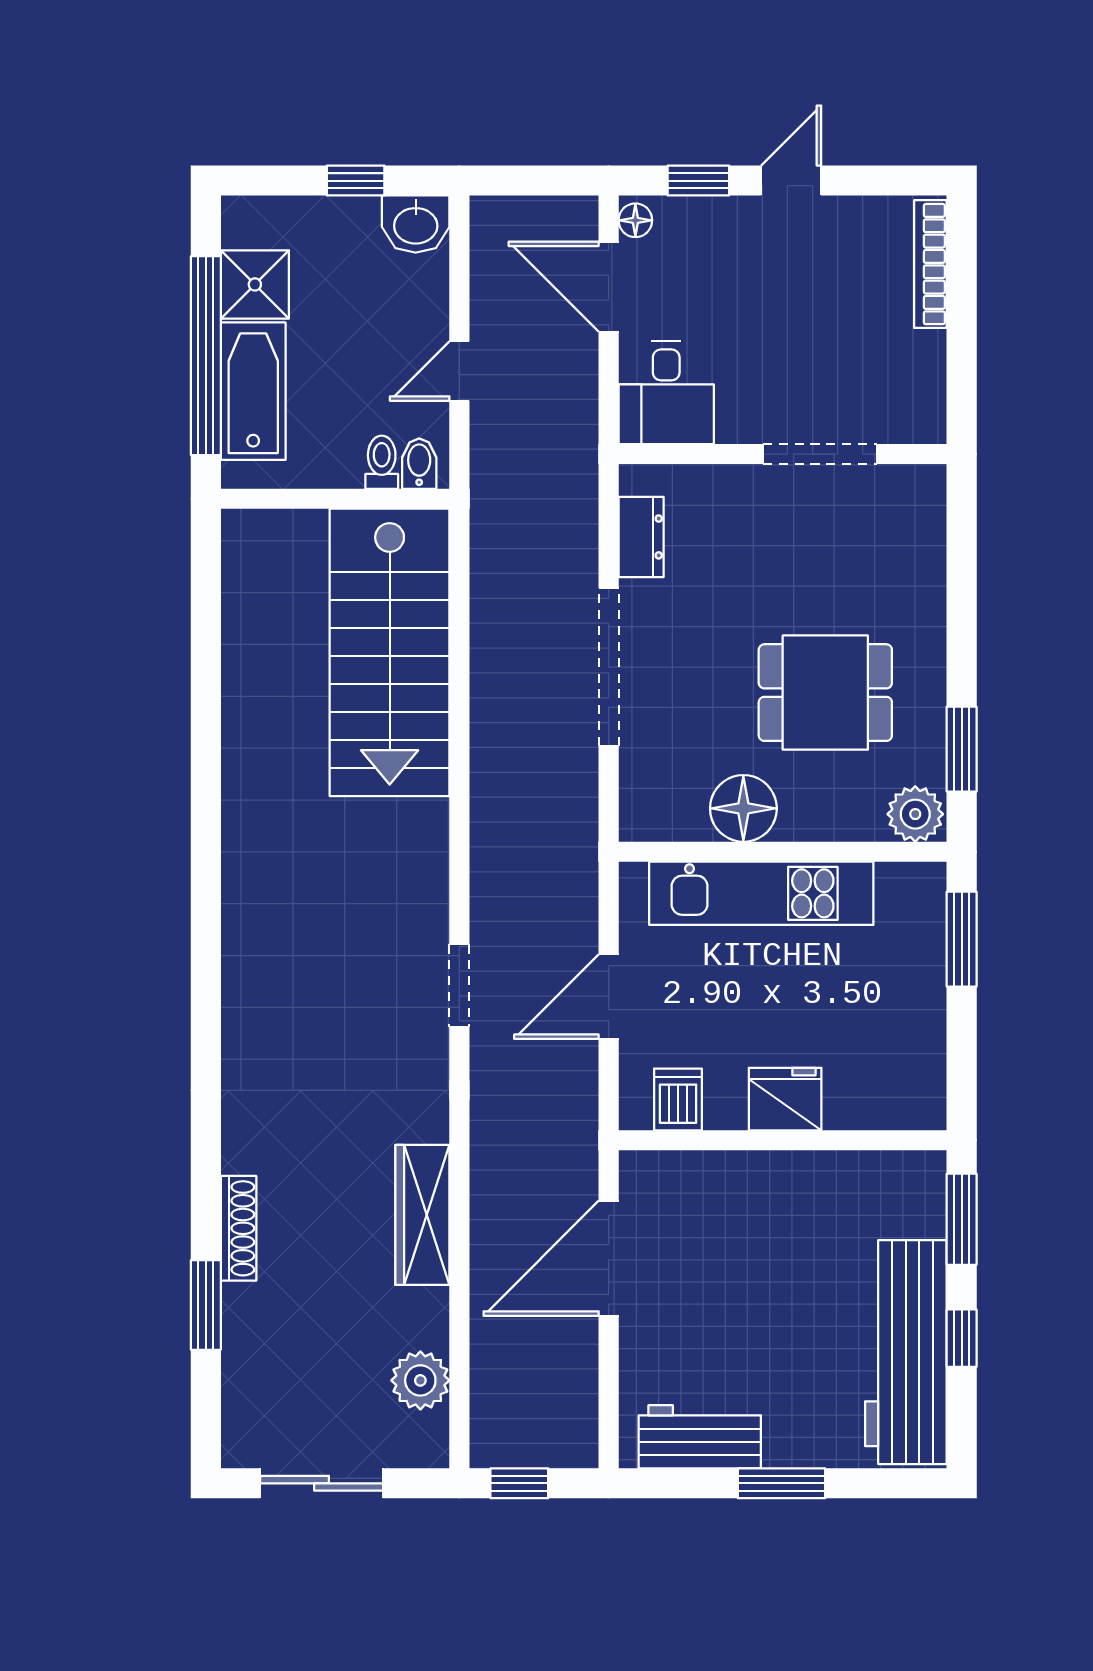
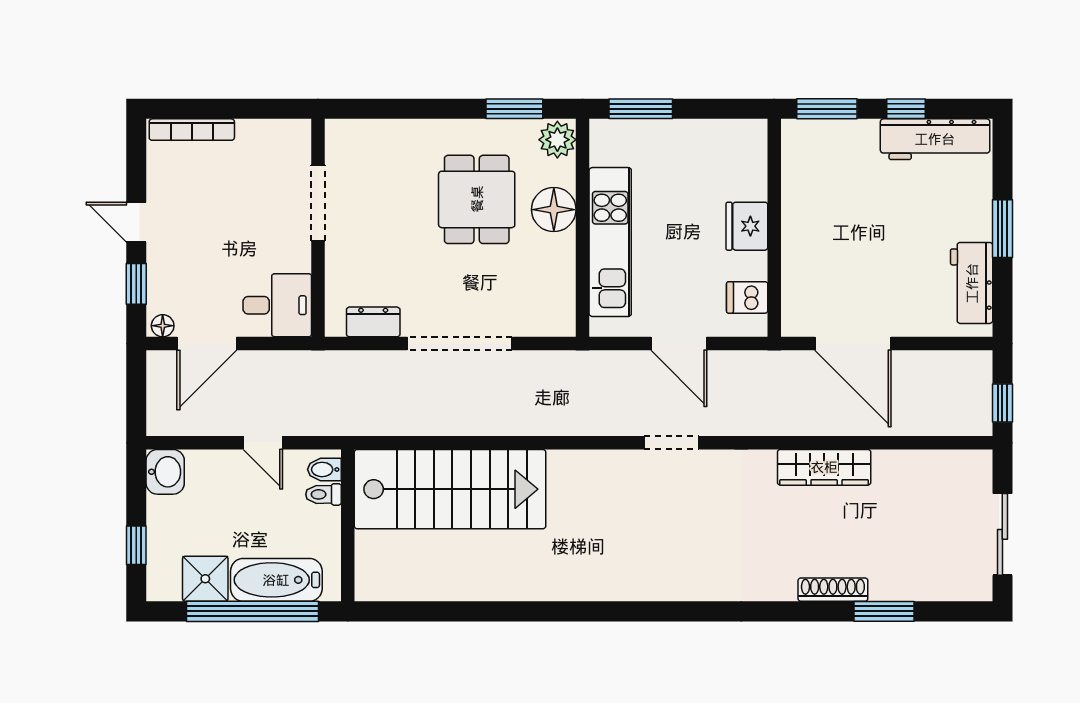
window: (356, 181) -> (136, 545), moved
floor lamp: (743, 808) -> (554, 210), moved
workbench: (906, 1352) -> (935, 139), width x0.73, depth x0.76
plant: (420, 1380) -> (934, 469), removed

